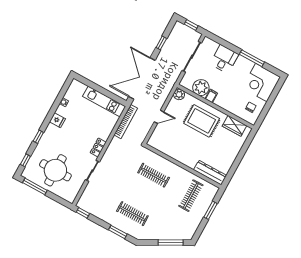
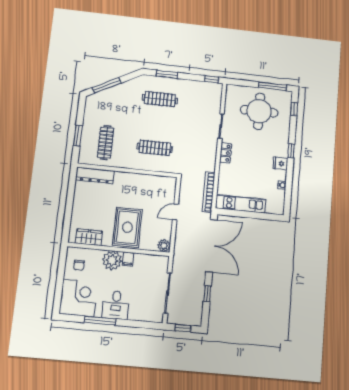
desk: (224, 59) -> (116, 305), moved
plant: (201, 88) -> (112, 260), moved
rug: (202, 121) -> (127, 227), turned 90
window: (38, 137) -> (291, 151), moved

